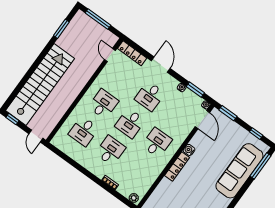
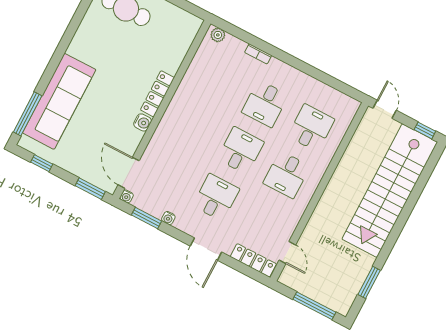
desk: (157, 143) -> (194, 126), removed

